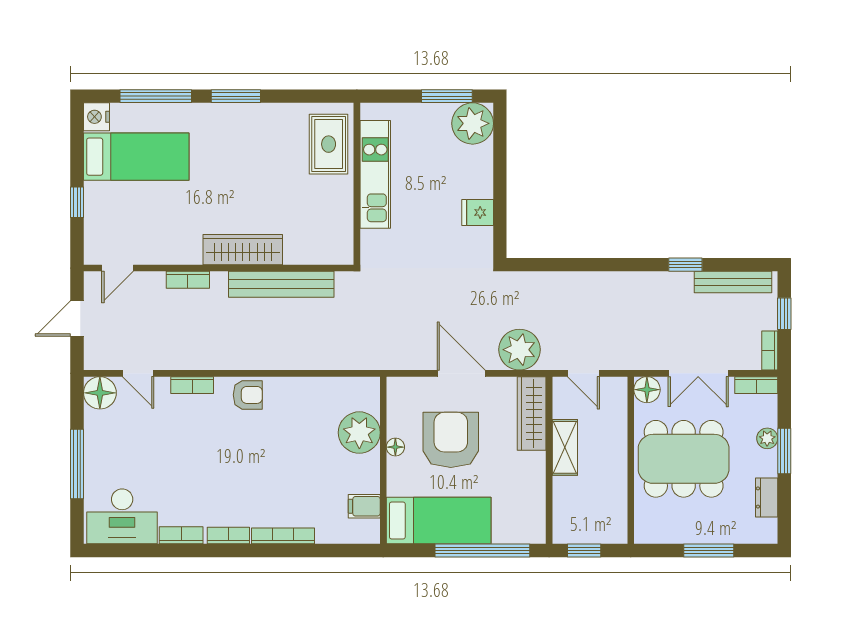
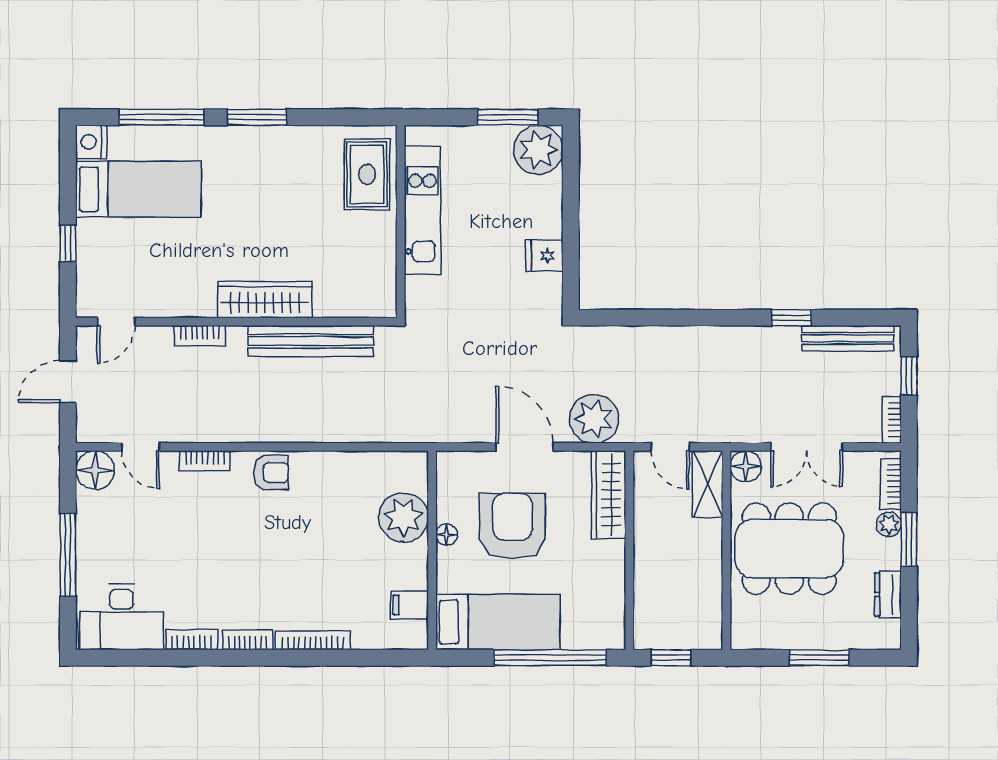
bookcase: (756, 385) -> (891, 484), moved, turned 90
shelving: (565, 447) -> (708, 484), moved

